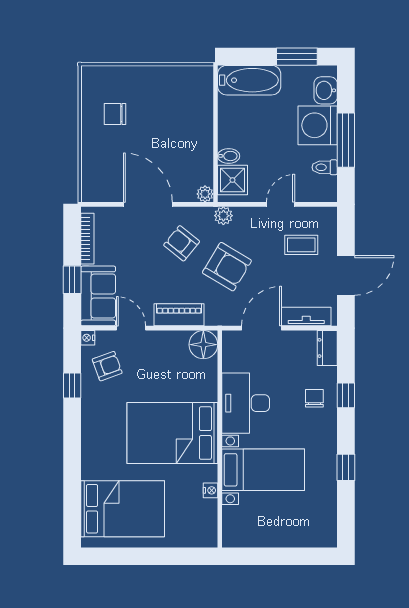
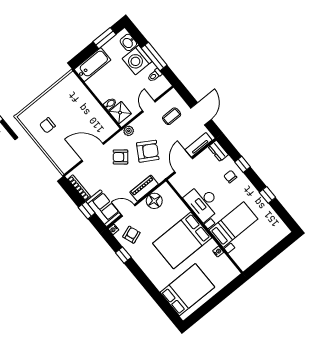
plant: (205, 194) -> (113, 128), removed
floor lamp: (203, 345) -> (154, 201), moved

